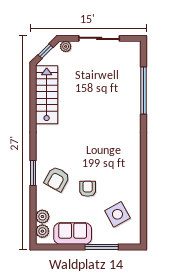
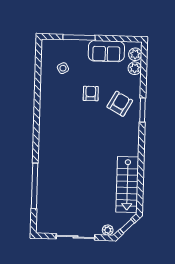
armchair: (88, 189) -> (91, 93), turned 180
side table: (117, 214) -> (63, 68), width x0.54, depth x0.54

